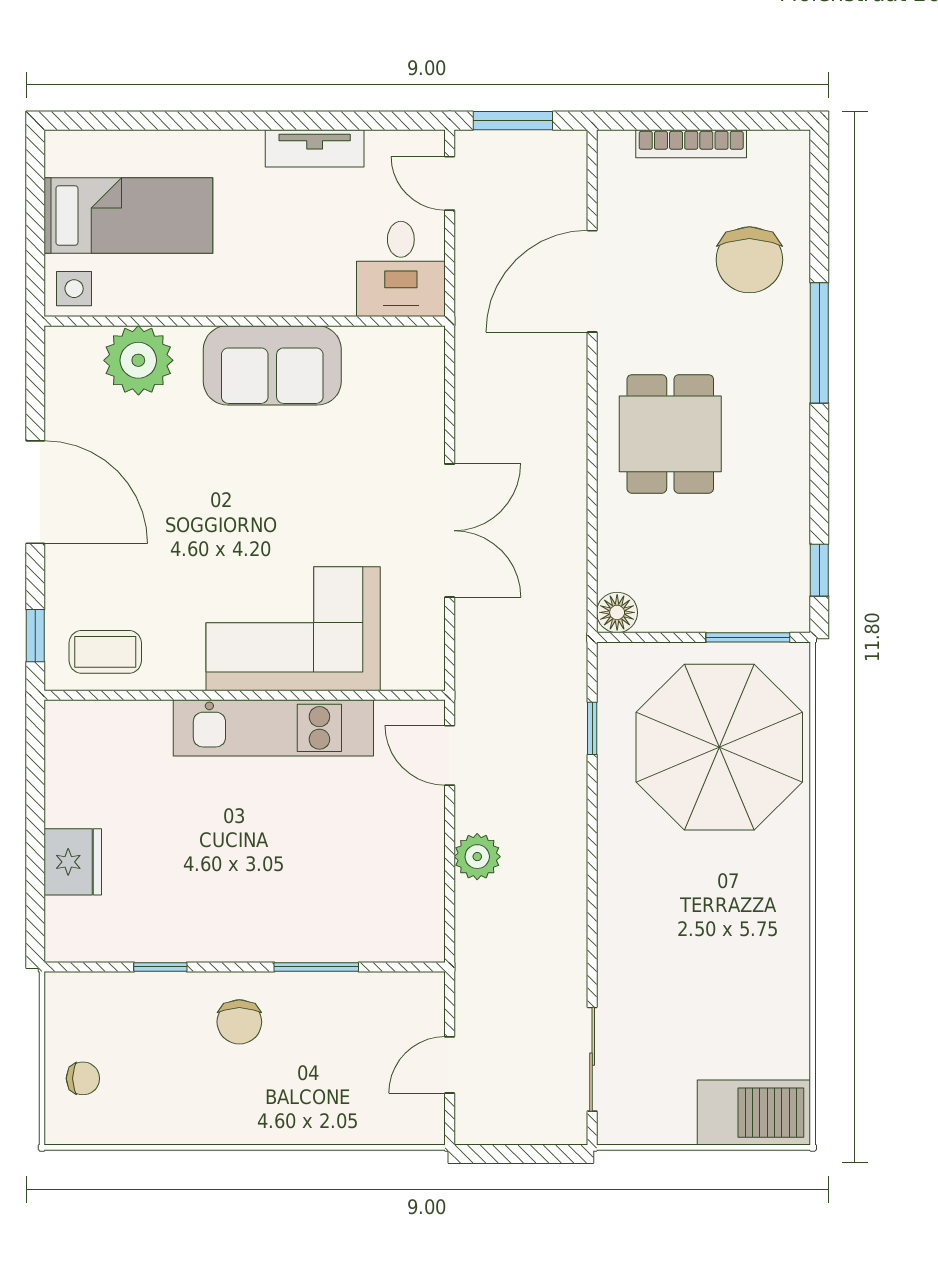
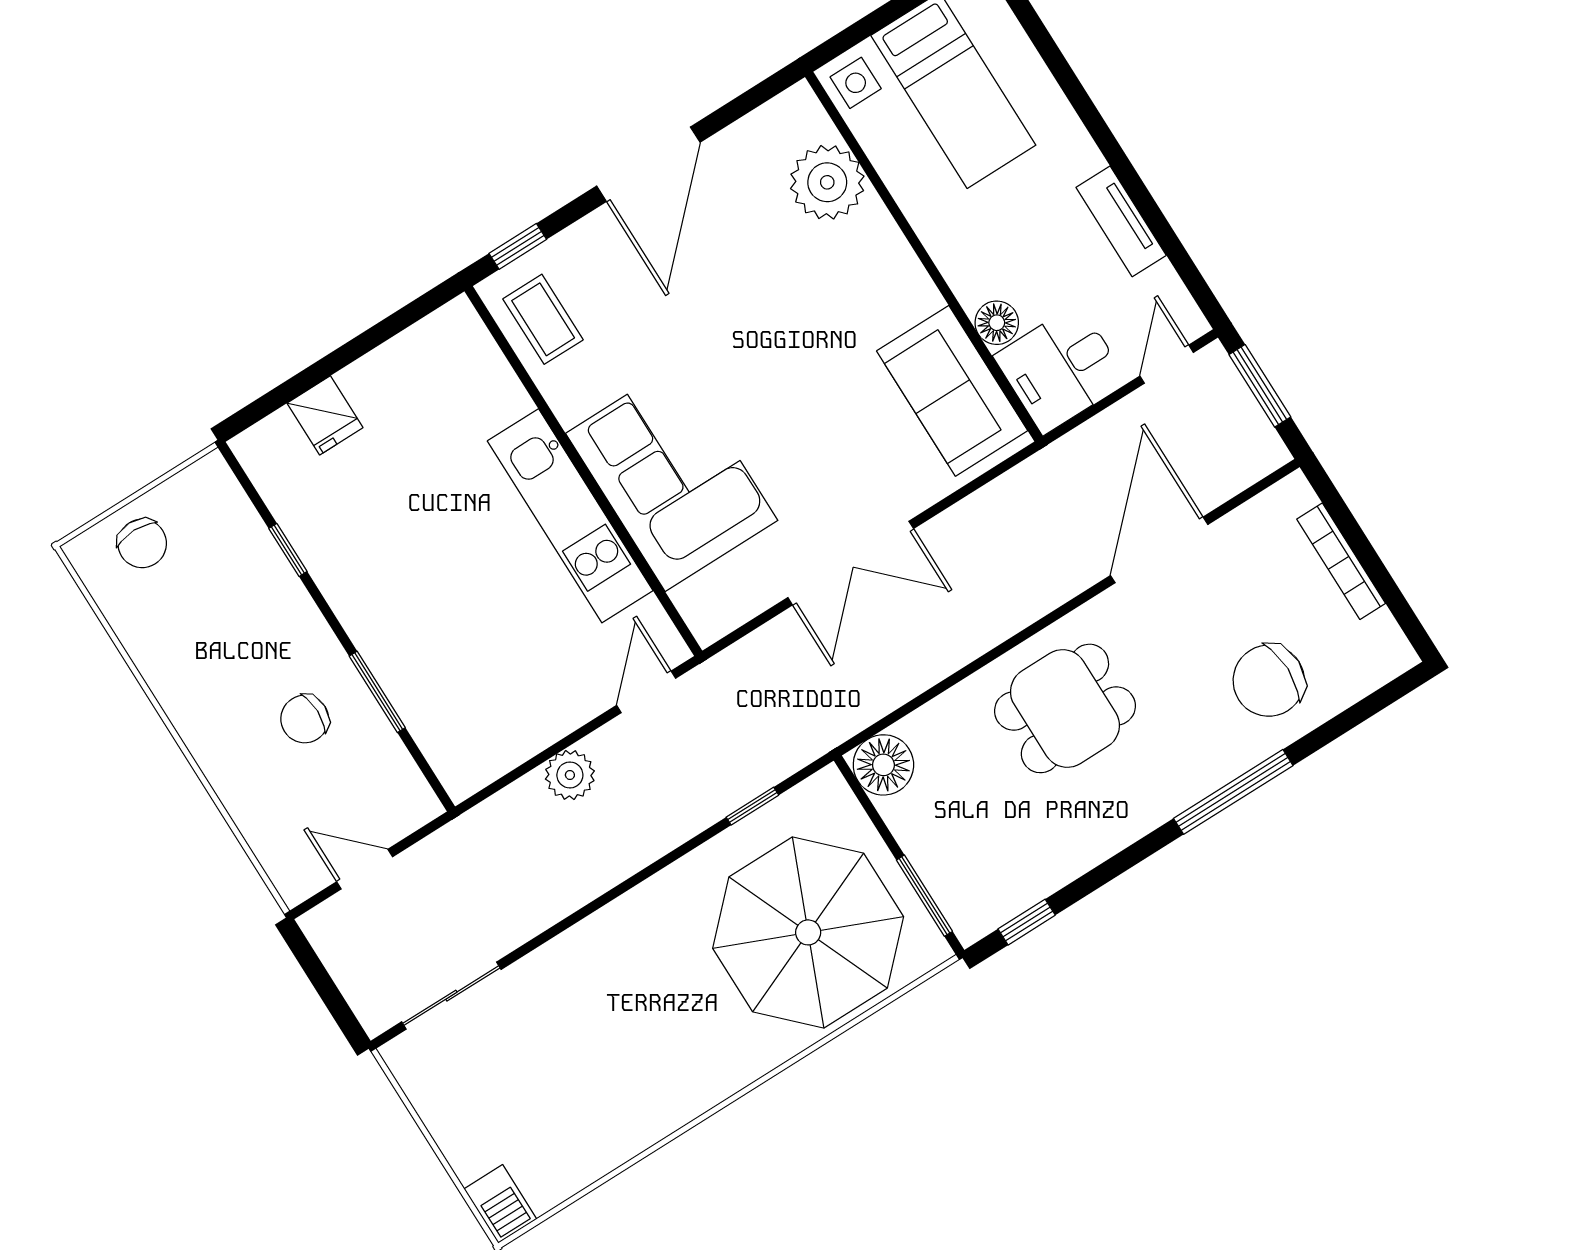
door: (592, 281) -> (1159, 550), hinge flipped
floor lamp: (333, 296) -> (997, 323), added
sofa: (272, 365) -> (952, 391), moved
floor lamp: (617, 612) -> (883, 765), width x1.38, depth x1.38
fridge: (73, 862) -> (325, 415), width x0.72
chair: (239, 1022) -> (305, 719), moved
chair: (83, 1078) -> (142, 543), width x1.37, depth x1.37
barbecue: (754, 1113) -> (500, 1204), width x0.53, depth x0.65

